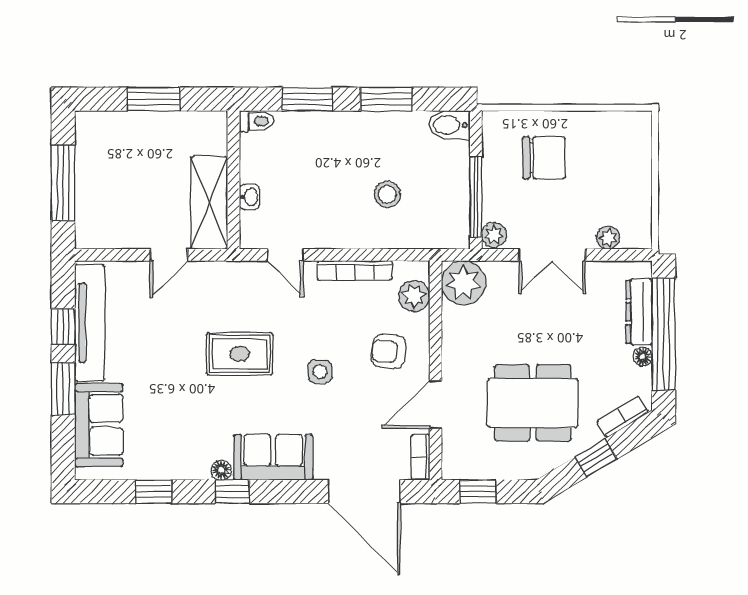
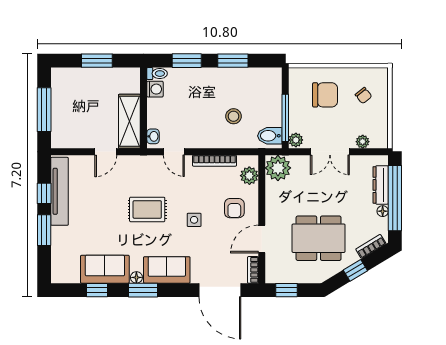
bidet: (449, 125) -> (270, 136), moved
washing machine: (253, 148) -> (155, 89), added
chair: (610, 159) -> (364, 96), added
washbasin: (250, 197) -> (153, 136), moved
armchair: (389, 352) -> (234, 208), turned -96
sofa: (99, 425) -> (105, 269), moved, turned -90
window: (232, 492) -> (143, 290), width x1.50

